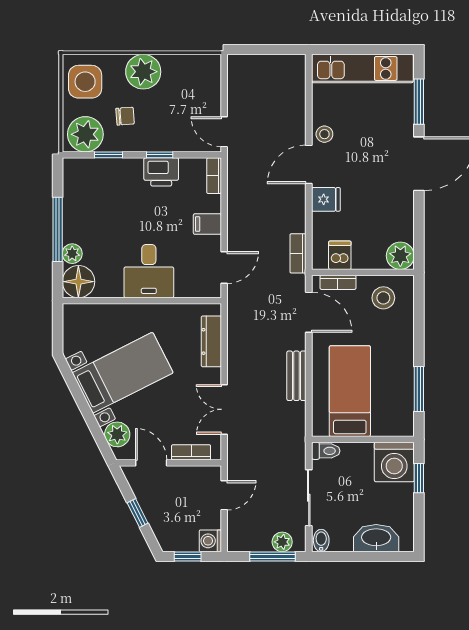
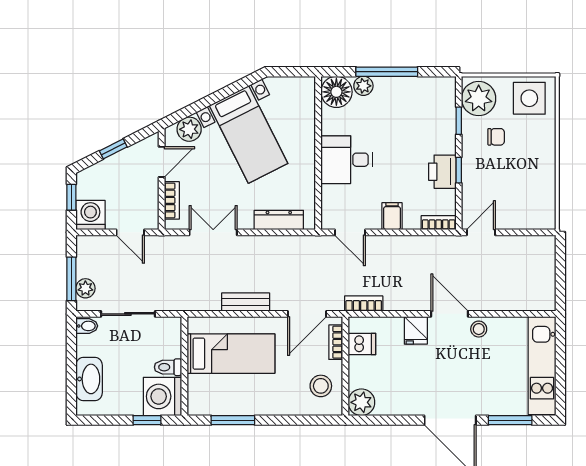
plant: (143, 72) -> (539, 154), removed
chair: (125, 116) -> (496, 137), turned -86
toilet: (326, 451) -> (168, 367), moved, turned 90
washing machine: (210, 541) -> (90, 215), width x1.38, depth x1.38

